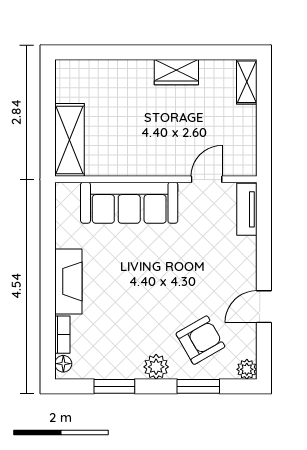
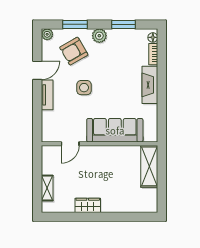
shelving: (247, 82) -> (47, 188), moved
tv unit: (247, 209) -> (47, 95), moved
side table: (183, 277) -> (84, 88), added

